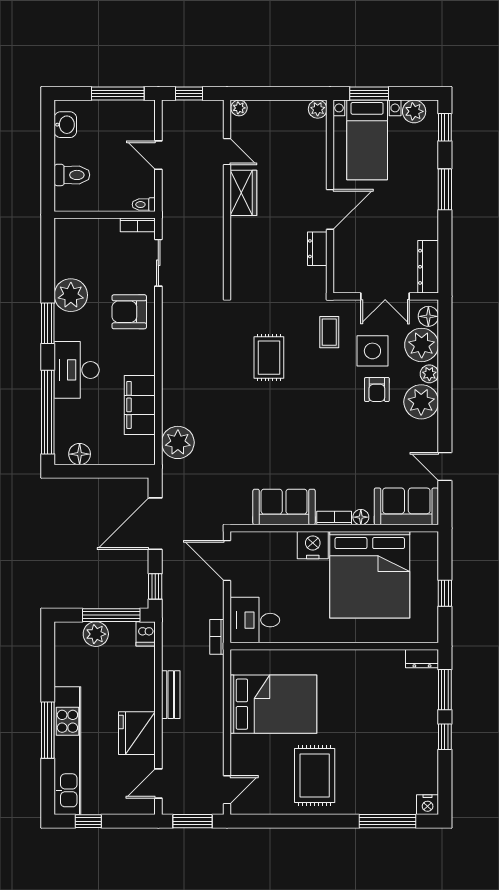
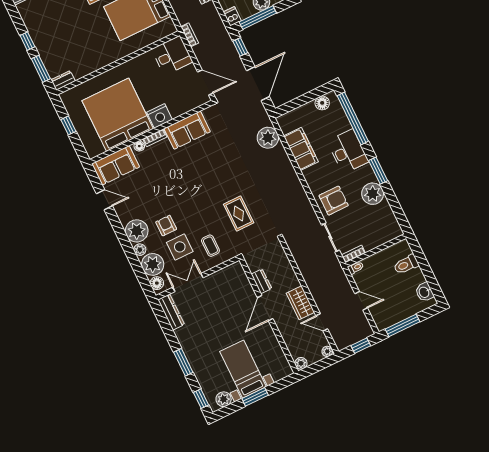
plant: (318, 109) -> (301, 363), moved
wall: (330, 197) -> (269, 316), moved
door: (330, 209) -> (265, 308), moved
dresser: (317, 249) -> (261, 281), moved

